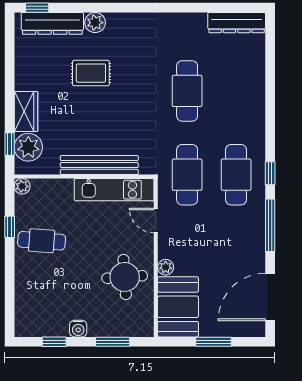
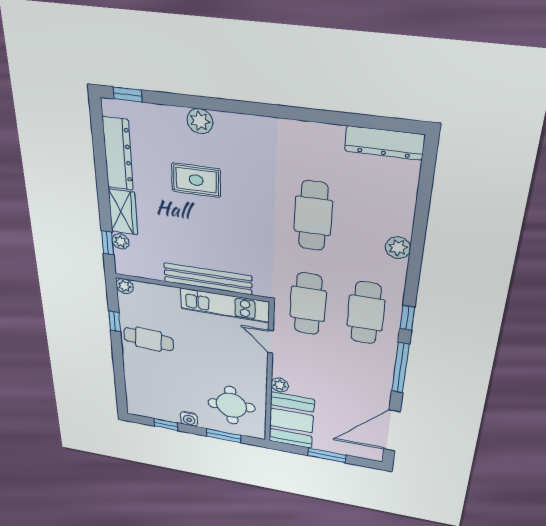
dresser: (52, 23) -> (118, 154), moved, turned -90
plant: (256, 109) -> (398, 248), added
plant: (28, 147) -> (121, 241), width x0.53, depth x0.53
round table: (125, 277) -> (231, 405), moved

